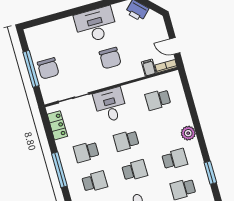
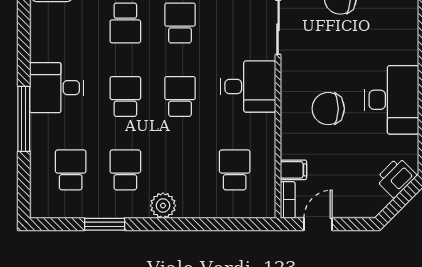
school desk: (175, 159) -> (125, 170), turned 180
school desk: (135, 170) -> (125, 96), turned 180
window: (210, 173) -> (105, 224), moved

